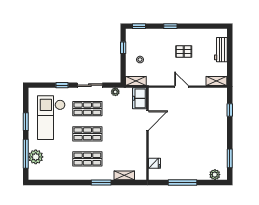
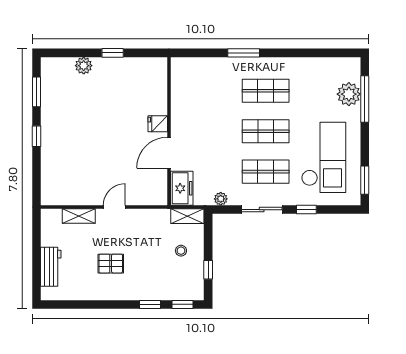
window: (170, 26) -> (150, 304), moved
shelving: (216, 81) -> (79, 216), moved
door: (181, 87) -> (114, 207), swing flipped
window: (230, 110) -> (37, 136), moved
window: (26, 122) -> (365, 180), moved
fridge: (154, 163) -> (158, 124), moved
shelving: (124, 175) -> (206, 64), removed
plant: (215, 175) -> (84, 66), moved
window: (182, 183) -> (113, 53), width x0.46

